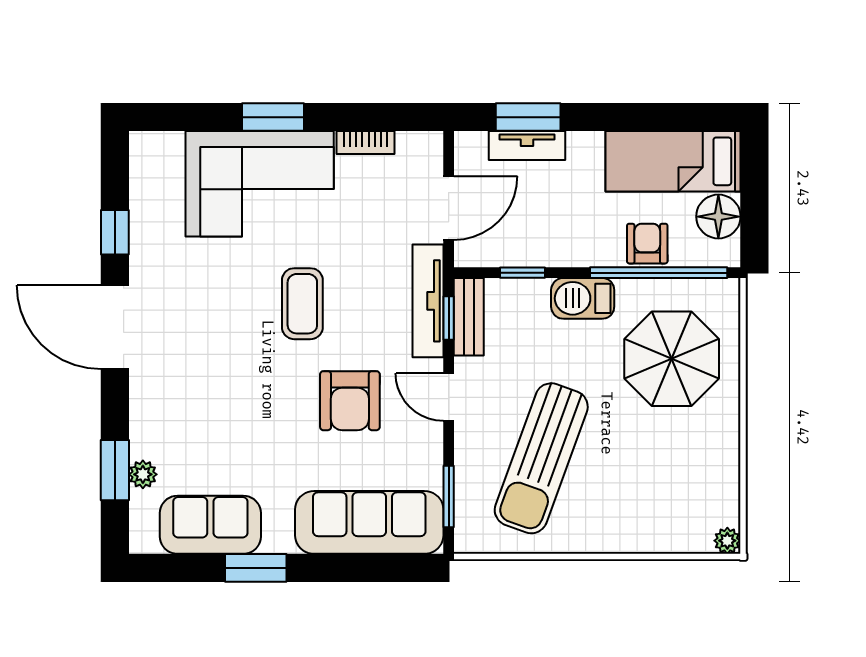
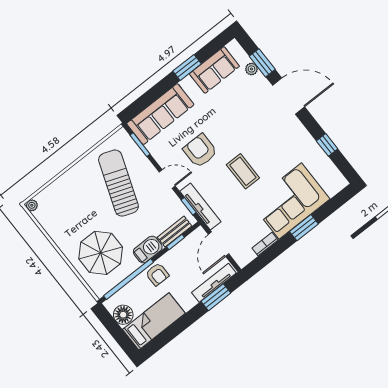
tv unit: (527, 146) -> (214, 283), width x1.41
armchair: (647, 244) -> (157, 274), moved
bench: (469, 317) -> (174, 232), moved, turned 90
door: (115, 327) -> (289, 96), moved

